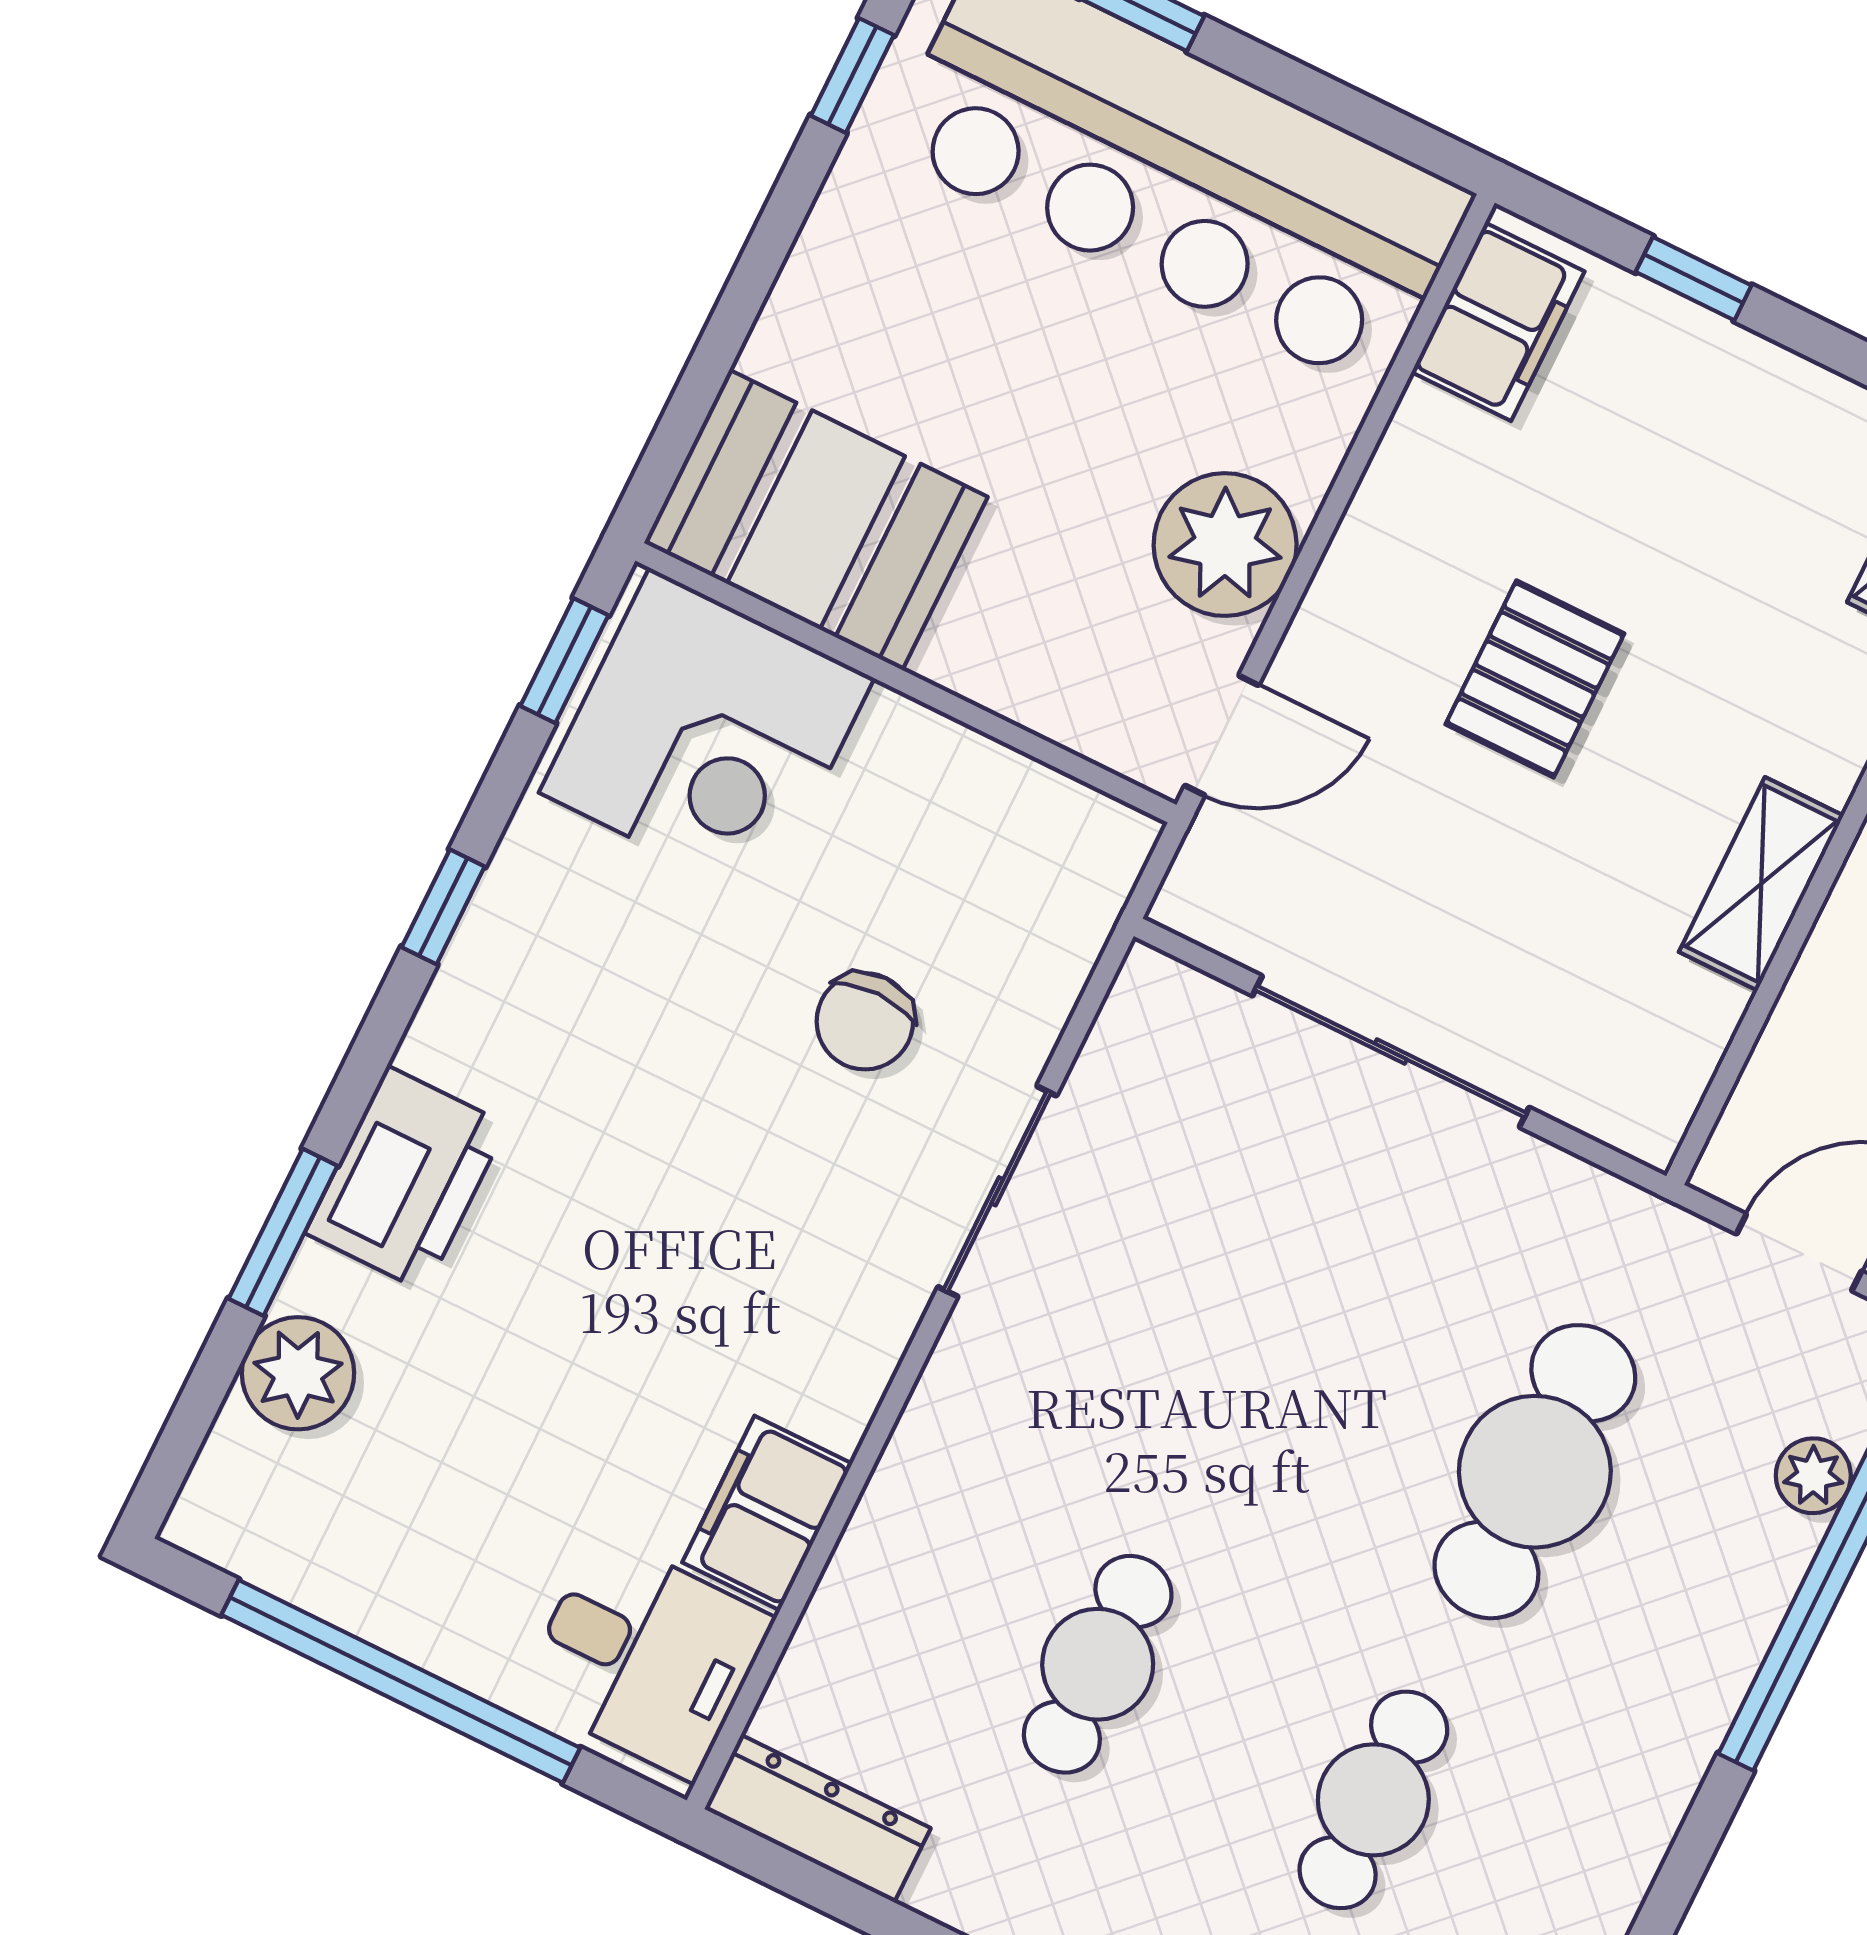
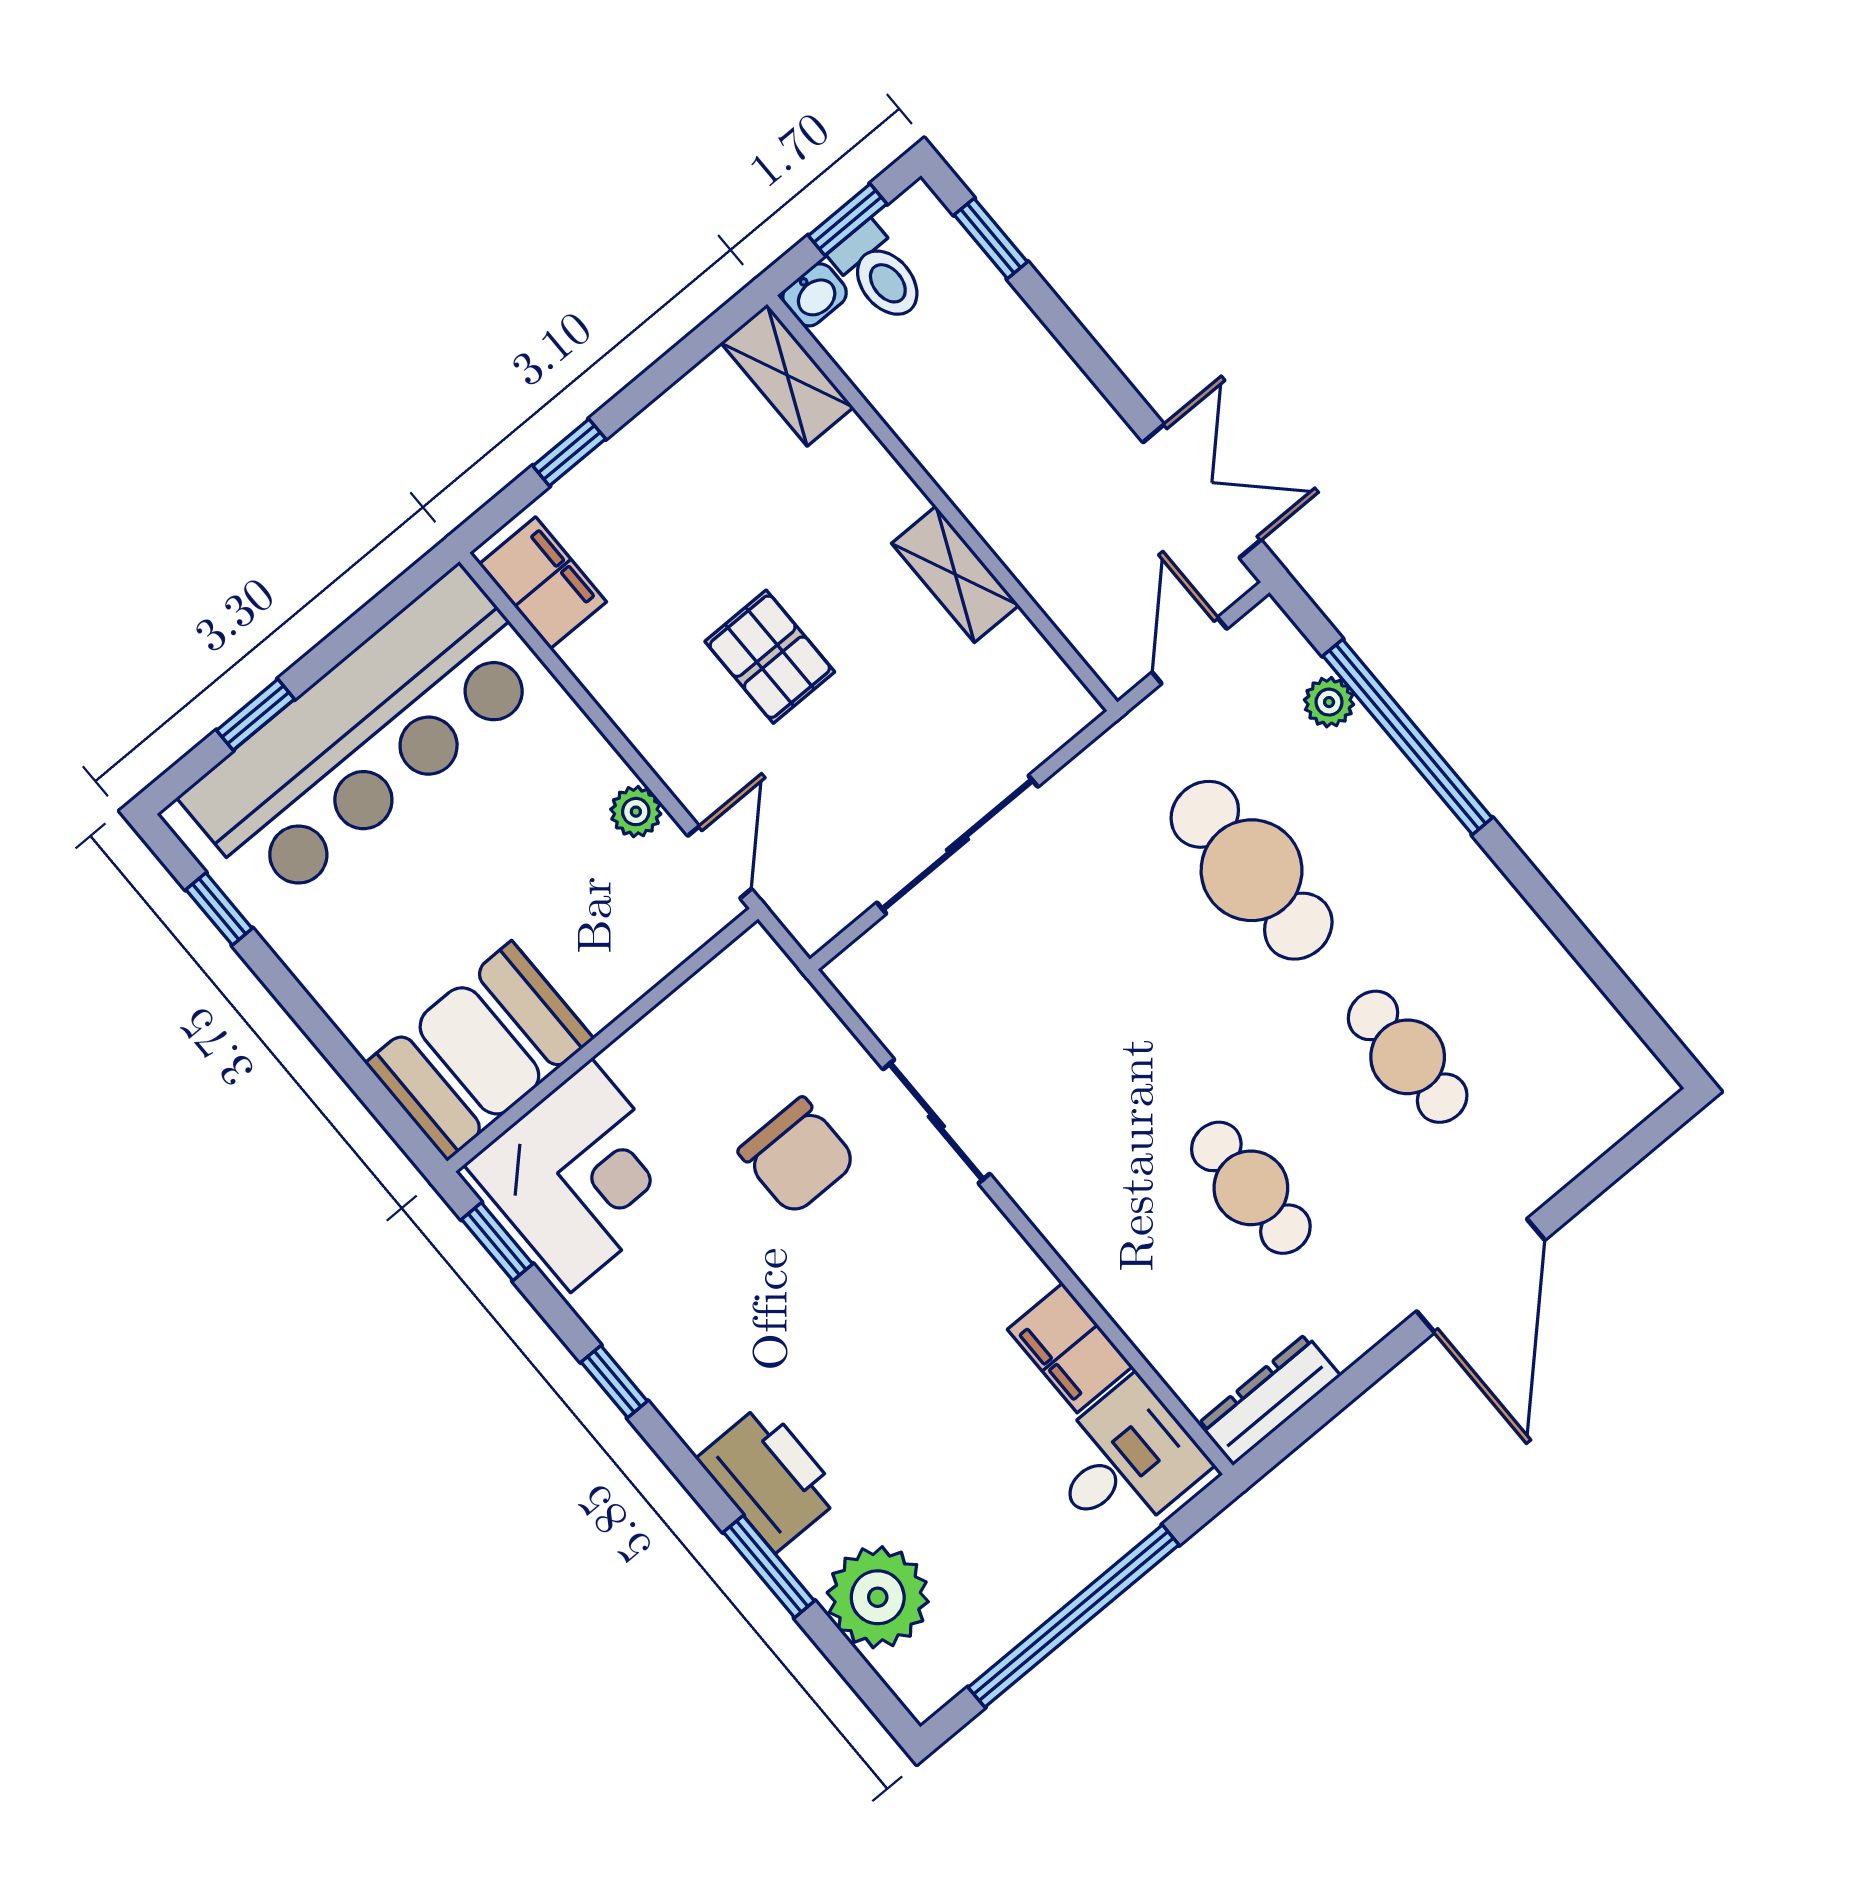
plant: (1225, 545) -> (636, 812), width x0.53, depth x0.53
chair: (865, 1021) -> (797, 1156), width x1.37, depth x1.37
plant: (298, 1373) -> (878, 1597), width x1.36, depth x1.36

